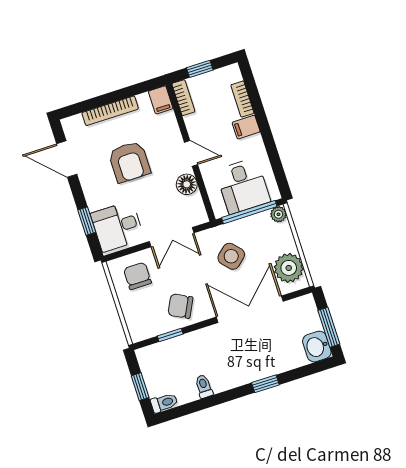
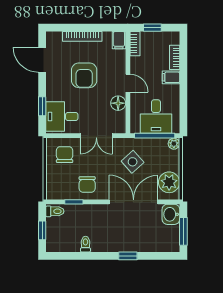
chair: (180, 306) -> (87, 184), turned -117
washbasin: (317, 347) -> (171, 214), moved
toilet: (164, 403) -> (55, 211), moved

